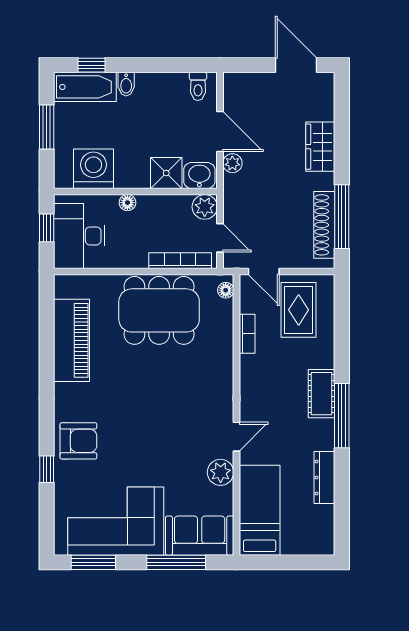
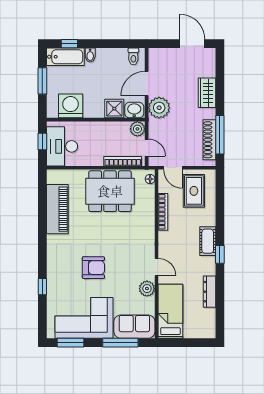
door: (220, 131) -> (147, 84), swing flipped
plant: (232, 163) -> (159, 108), width x1.87, depth x1.87
floor lamp: (127, 203) -> (91, 126), removed
bookcase: (247, 334) -> (163, 212), width x1.56
window: (342, 416) -> (220, 254), width x0.46
door: (236, 437) -> (157, 267), hinge flipped
armchair: (78, 441) -> (93, 268), moved

